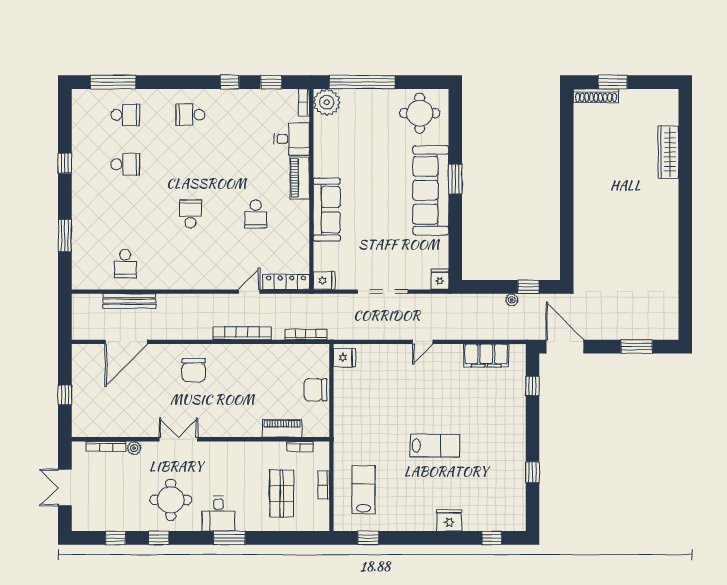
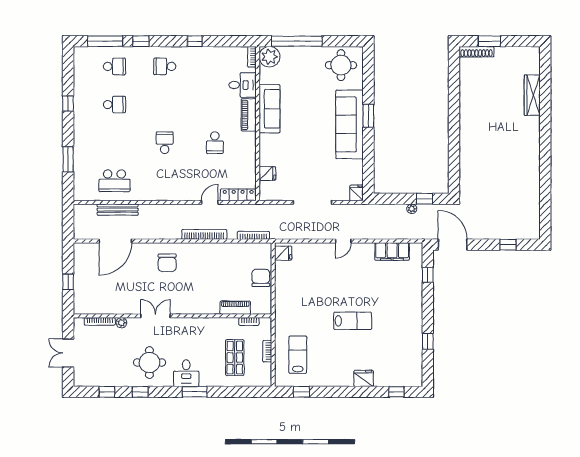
window: (271, 82) -> (141, 41), moved
sofa: (327, 210) -> (269, 109), moved
school desk: (125, 264) -> (114, 181), width x1.85
fridge: (324, 280) -> (267, 174), moved
window: (637, 347) -> (508, 245), width x0.67
chair: (315, 390) -> (261, 278), turned 90

